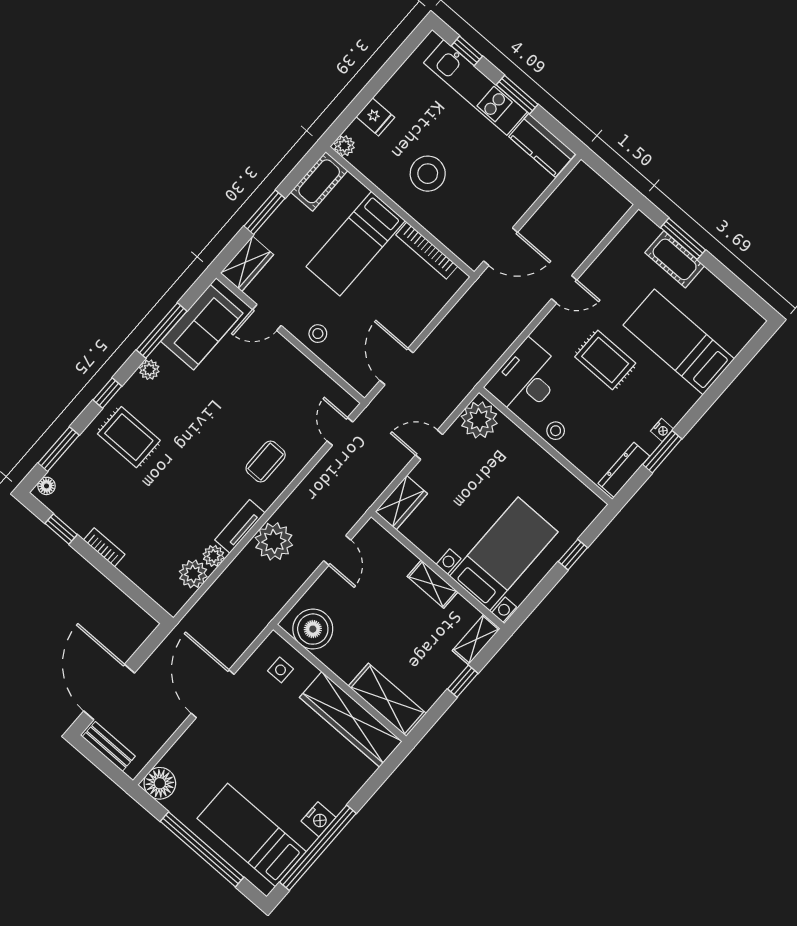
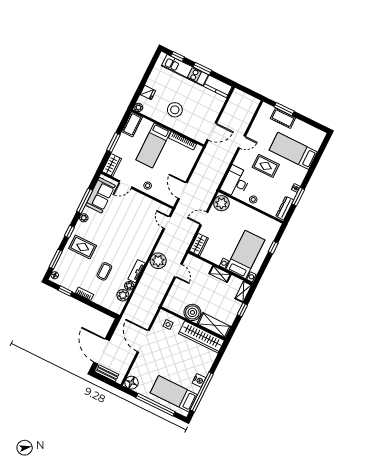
coffee table: (266, 462) -> (104, 271), moved
plant: (274, 541) -> (158, 261), moved
boiler: (313, 629) -> (192, 312), moved

